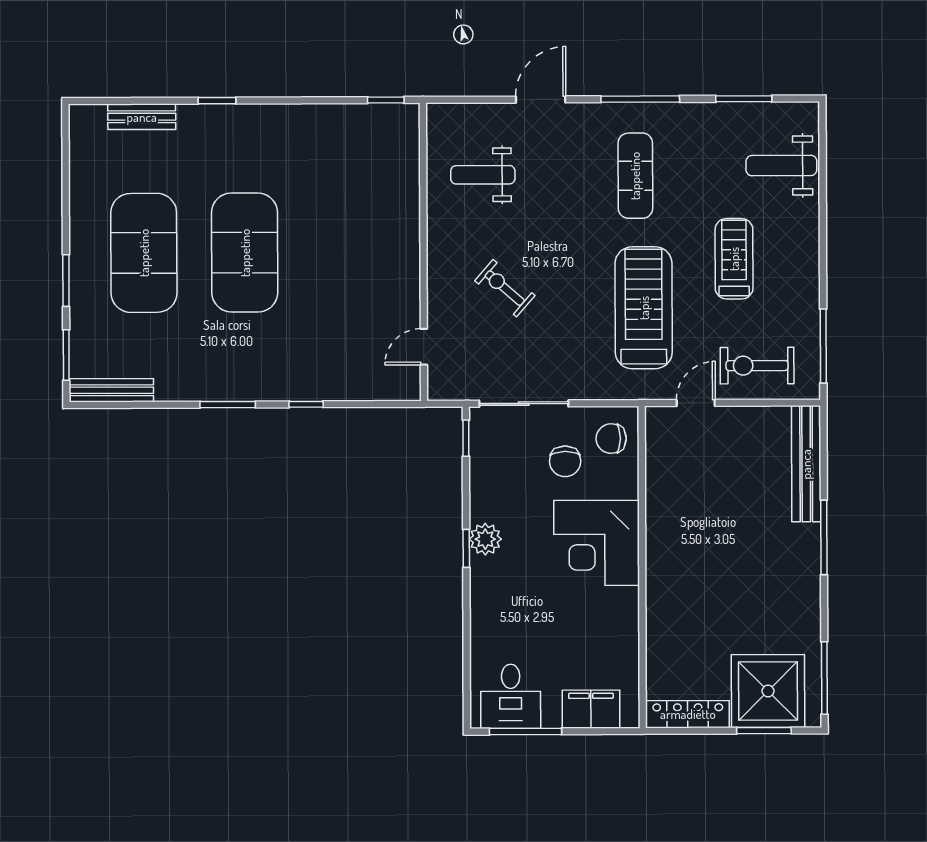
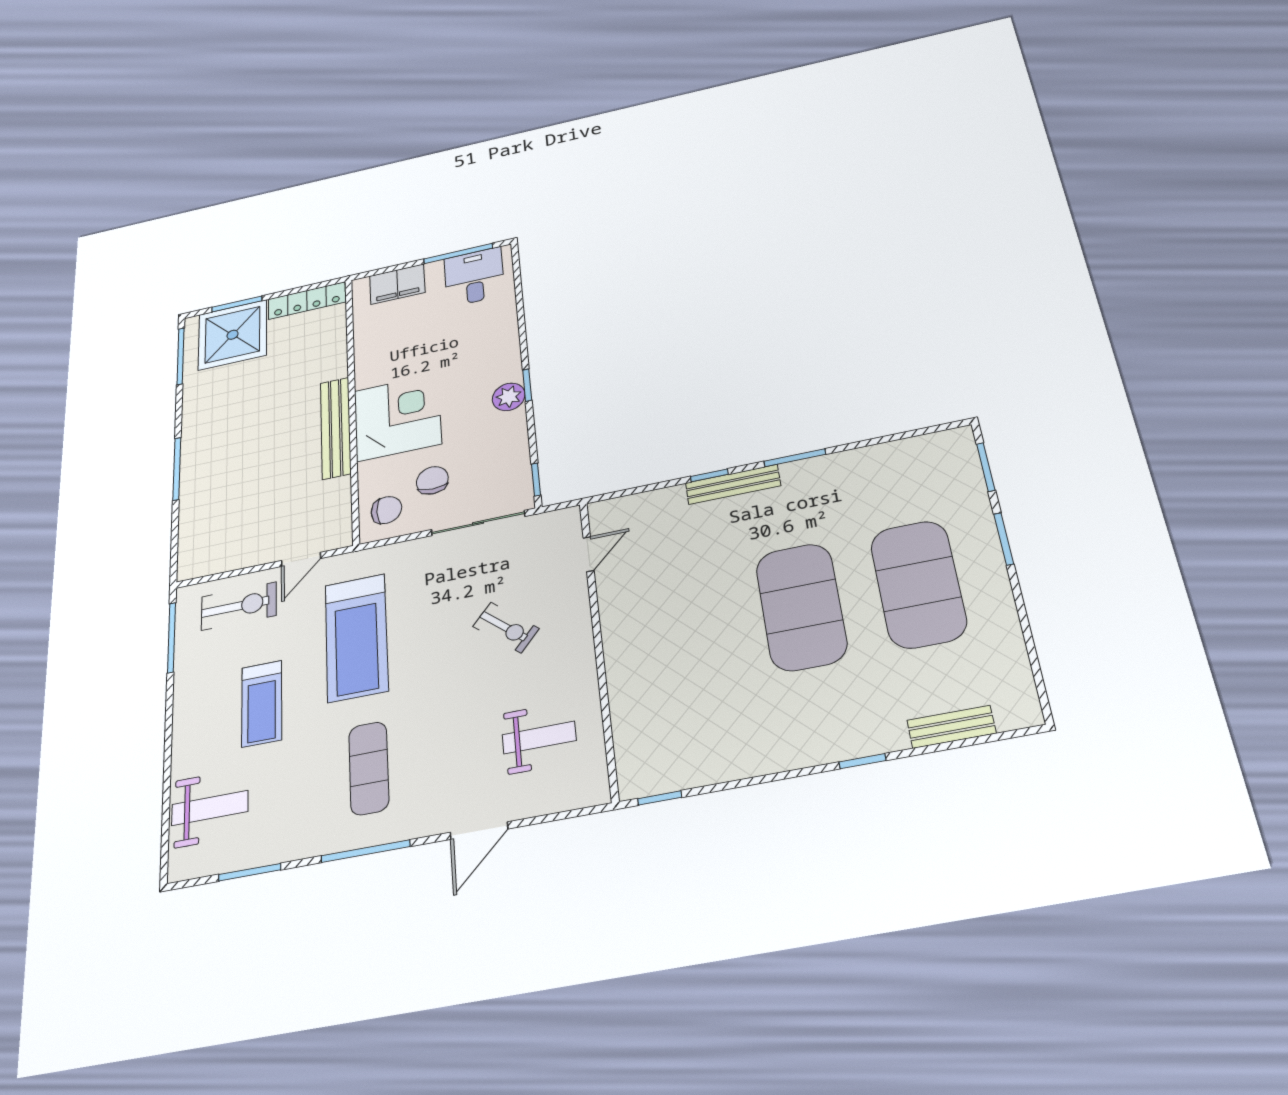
bench: (111, 390) -> (733, 484), moved
bench: (806, 464) -> (336, 428), moved

